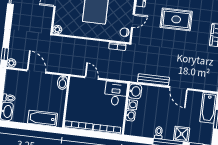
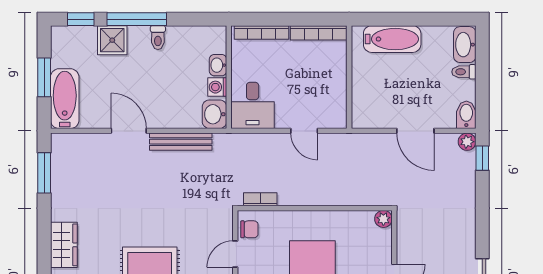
bidet: (62, 83) -> (466, 115), moved

